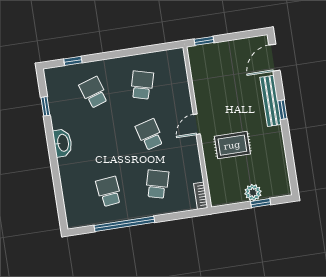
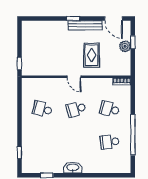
door: (274, 58) -> (114, 18), moved
school desk: (94, 92) -> (42, 142), removed
bench: (271, 101) -> (85, 25), moved

